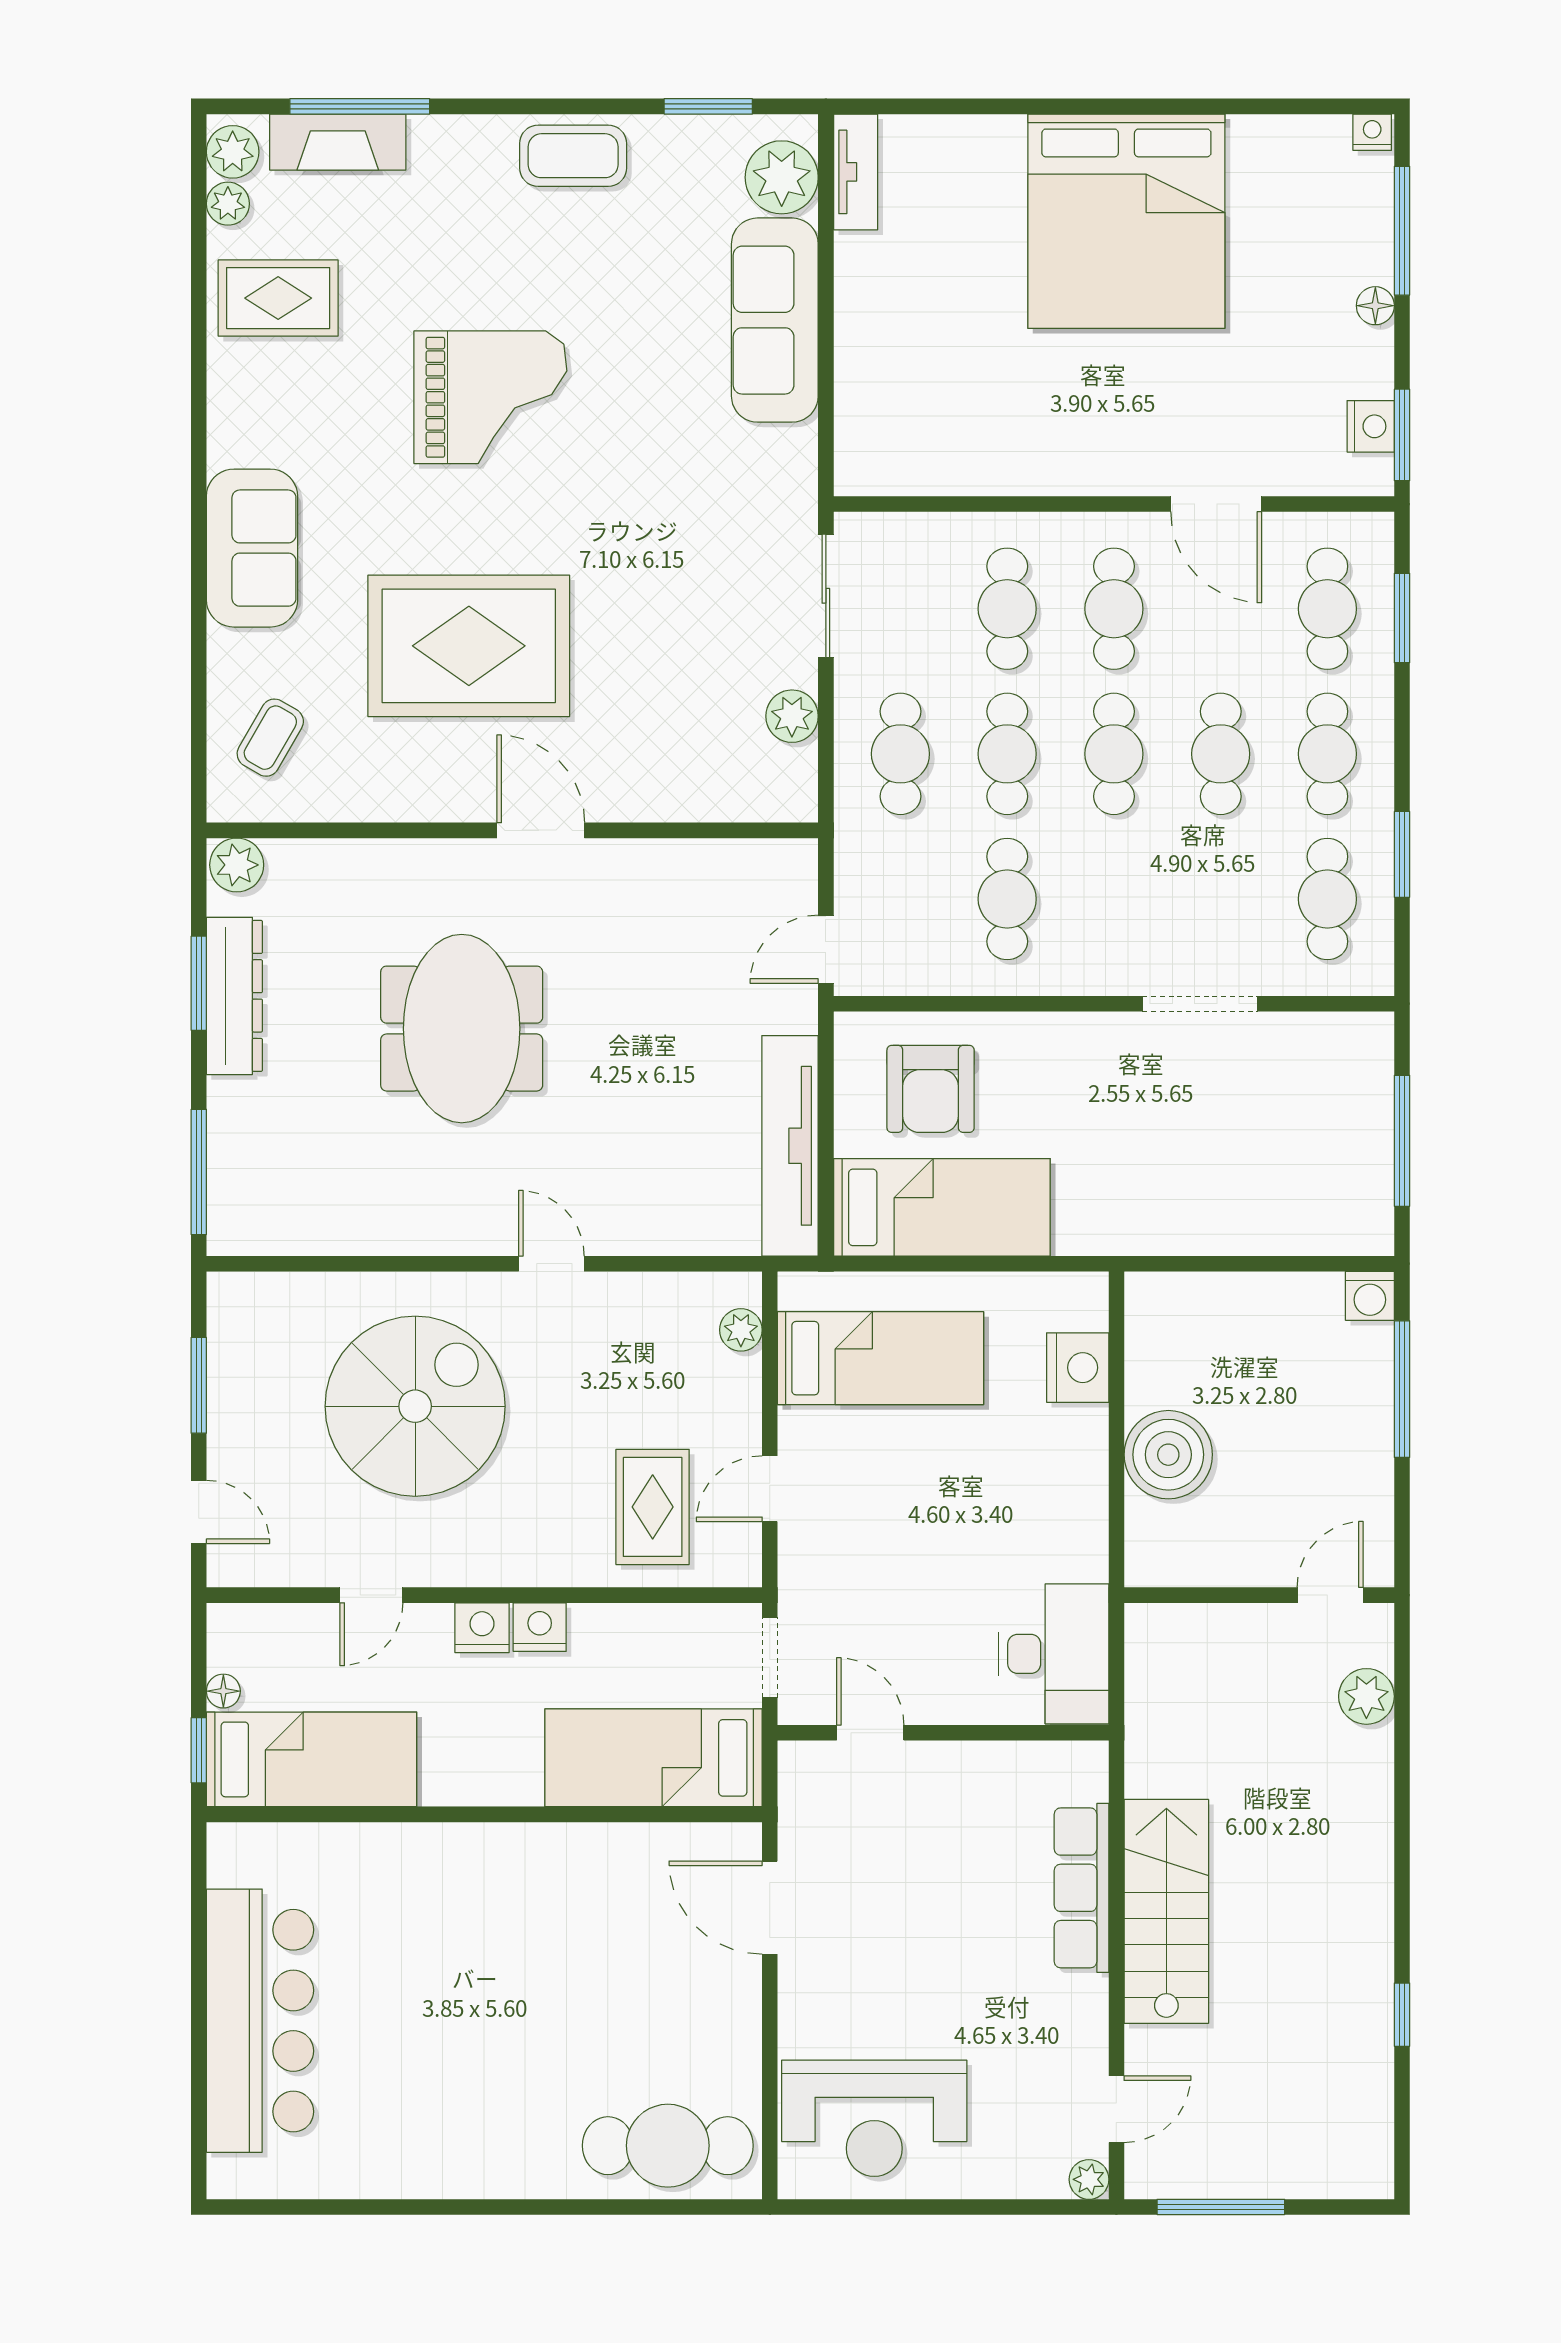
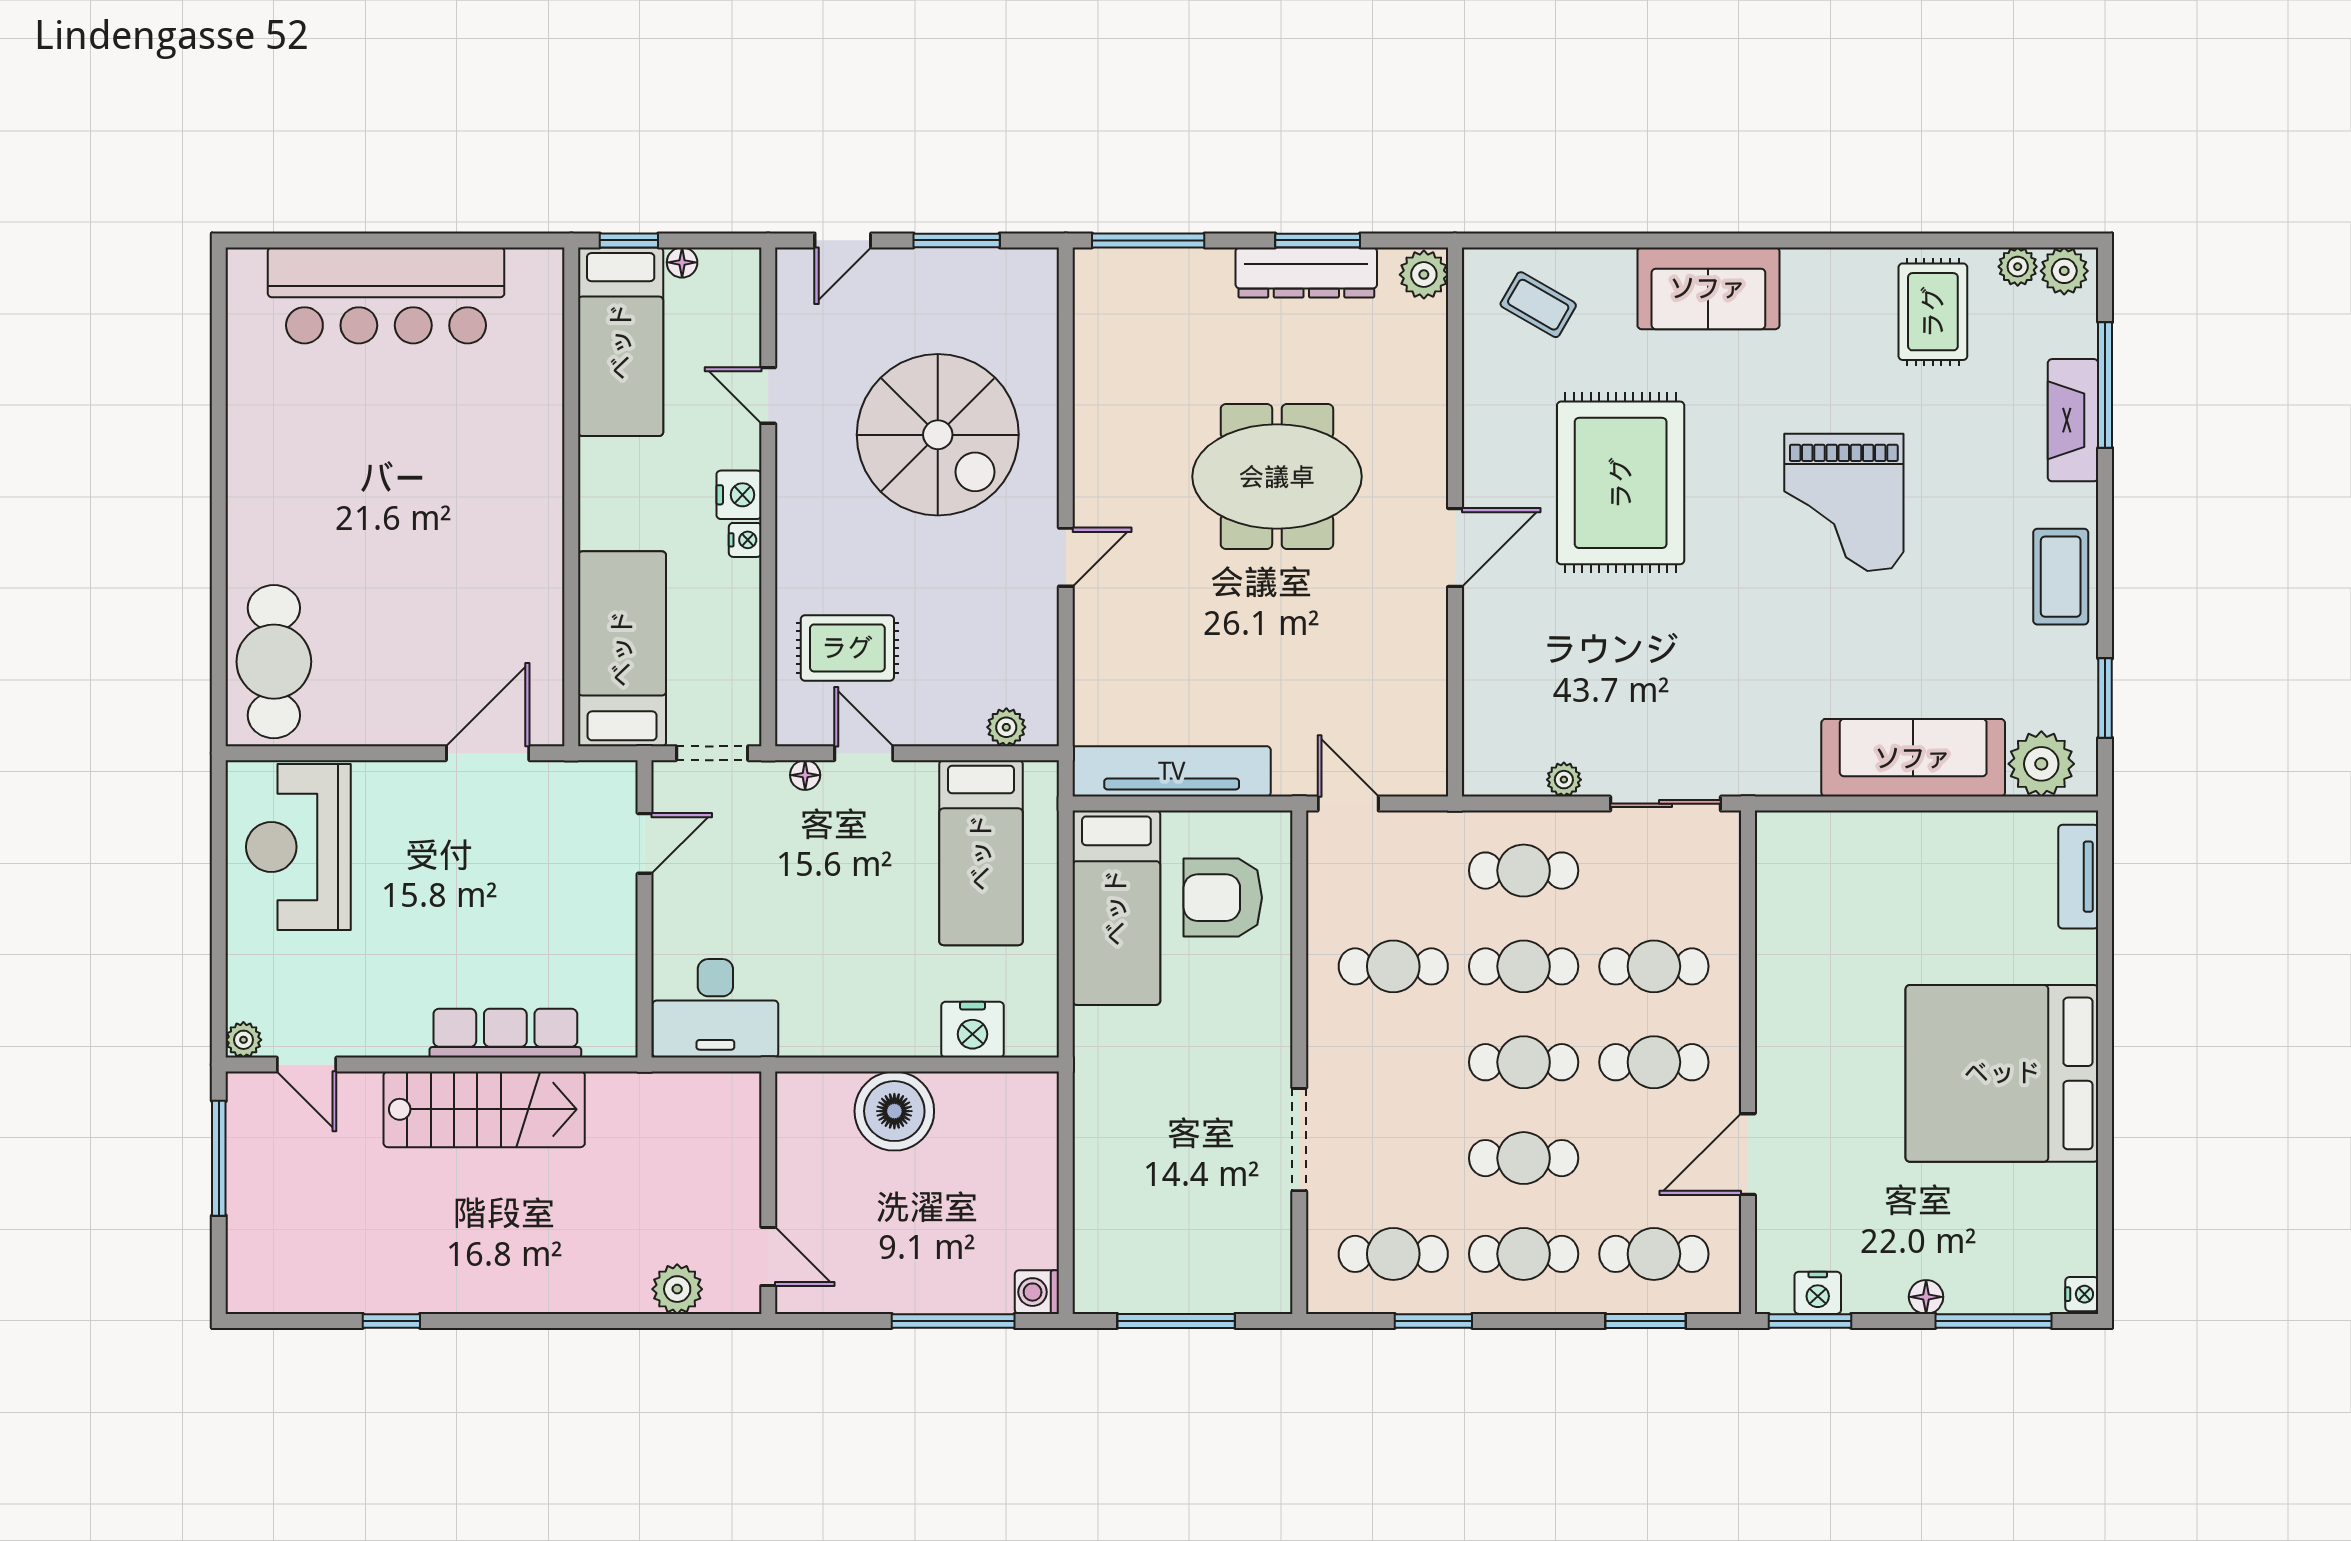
fireplace: (338, 142) -> (2073, 420), moved
tv unit: (856, 172) -> (2078, 877), moved, turned 90
plant: (792, 716) -> (1564, 780), width x0.73, depth x0.73
floor lamp: (794, 1554) -> (805, 775), added
nightstand: (540, 1627) -> (745, 540), width x0.72, depth x0.74

